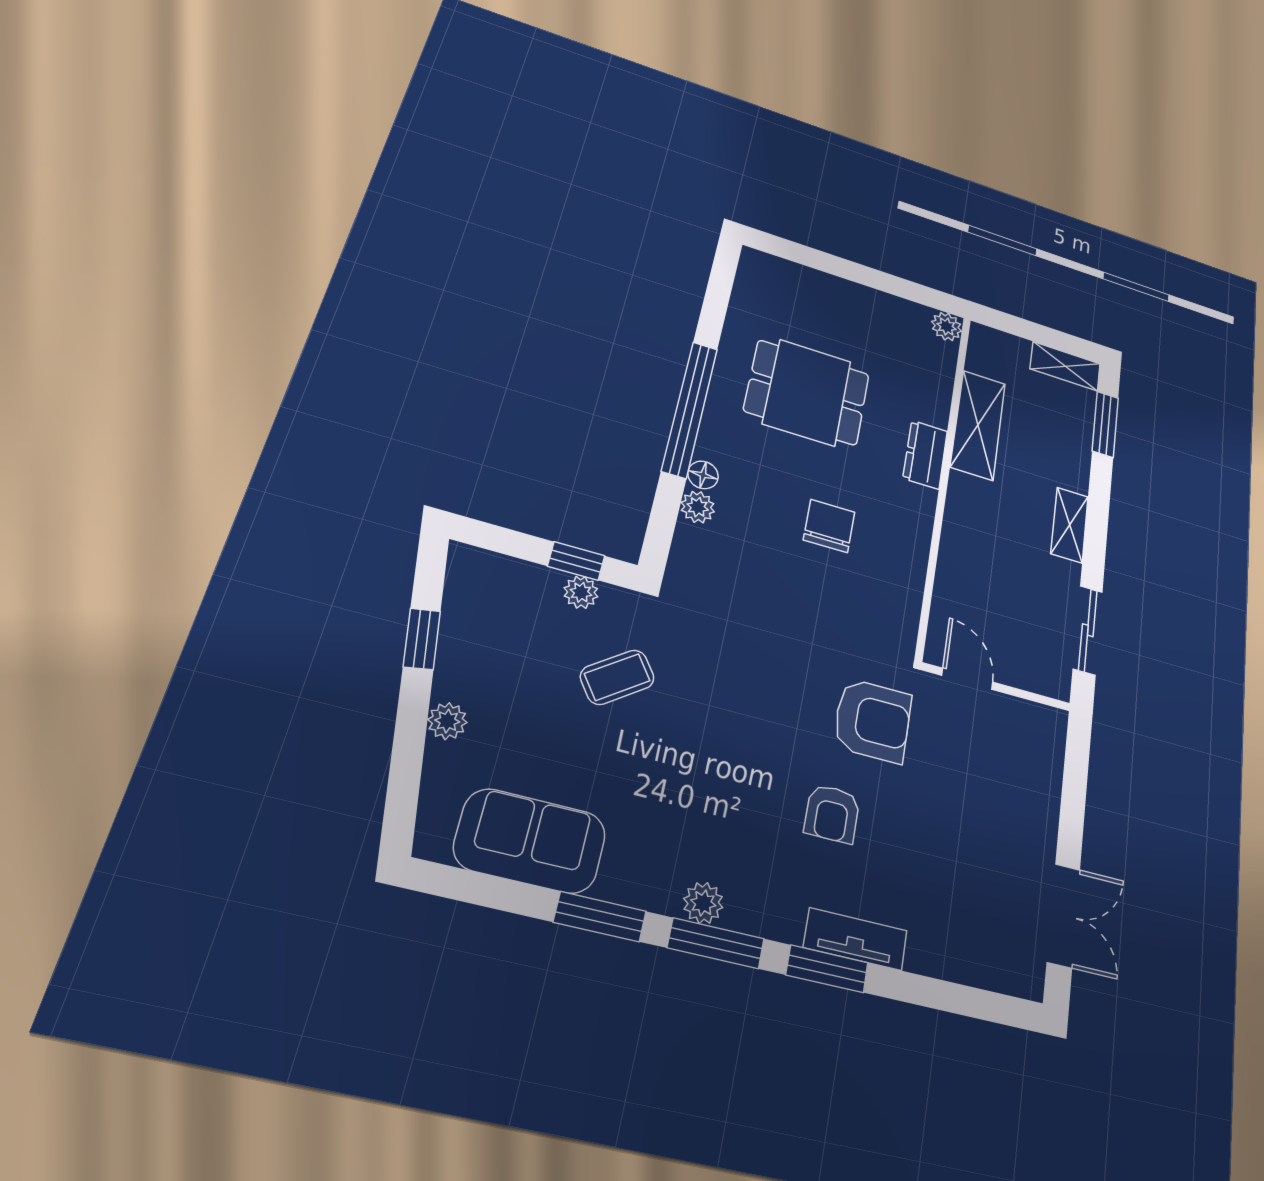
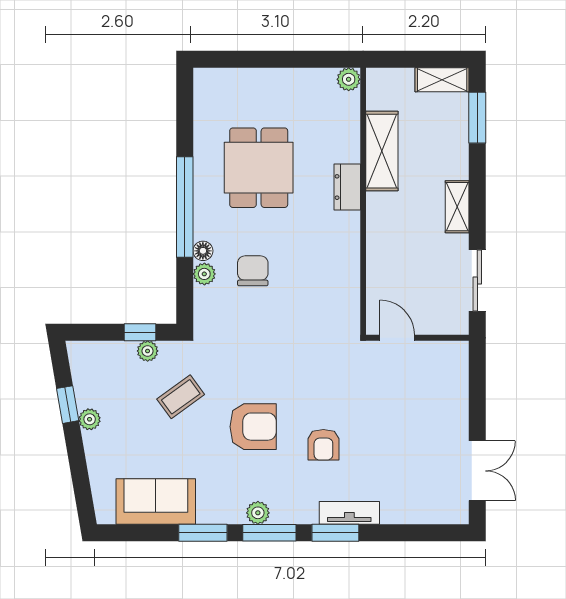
dining table: (807, 392) -> (259, 168), turned 90
chair: (829, 526) -> (253, 271), moved
armchair: (873, 720) -> (253, 427), moved
plant: (447, 721) -> (90, 419), moved

